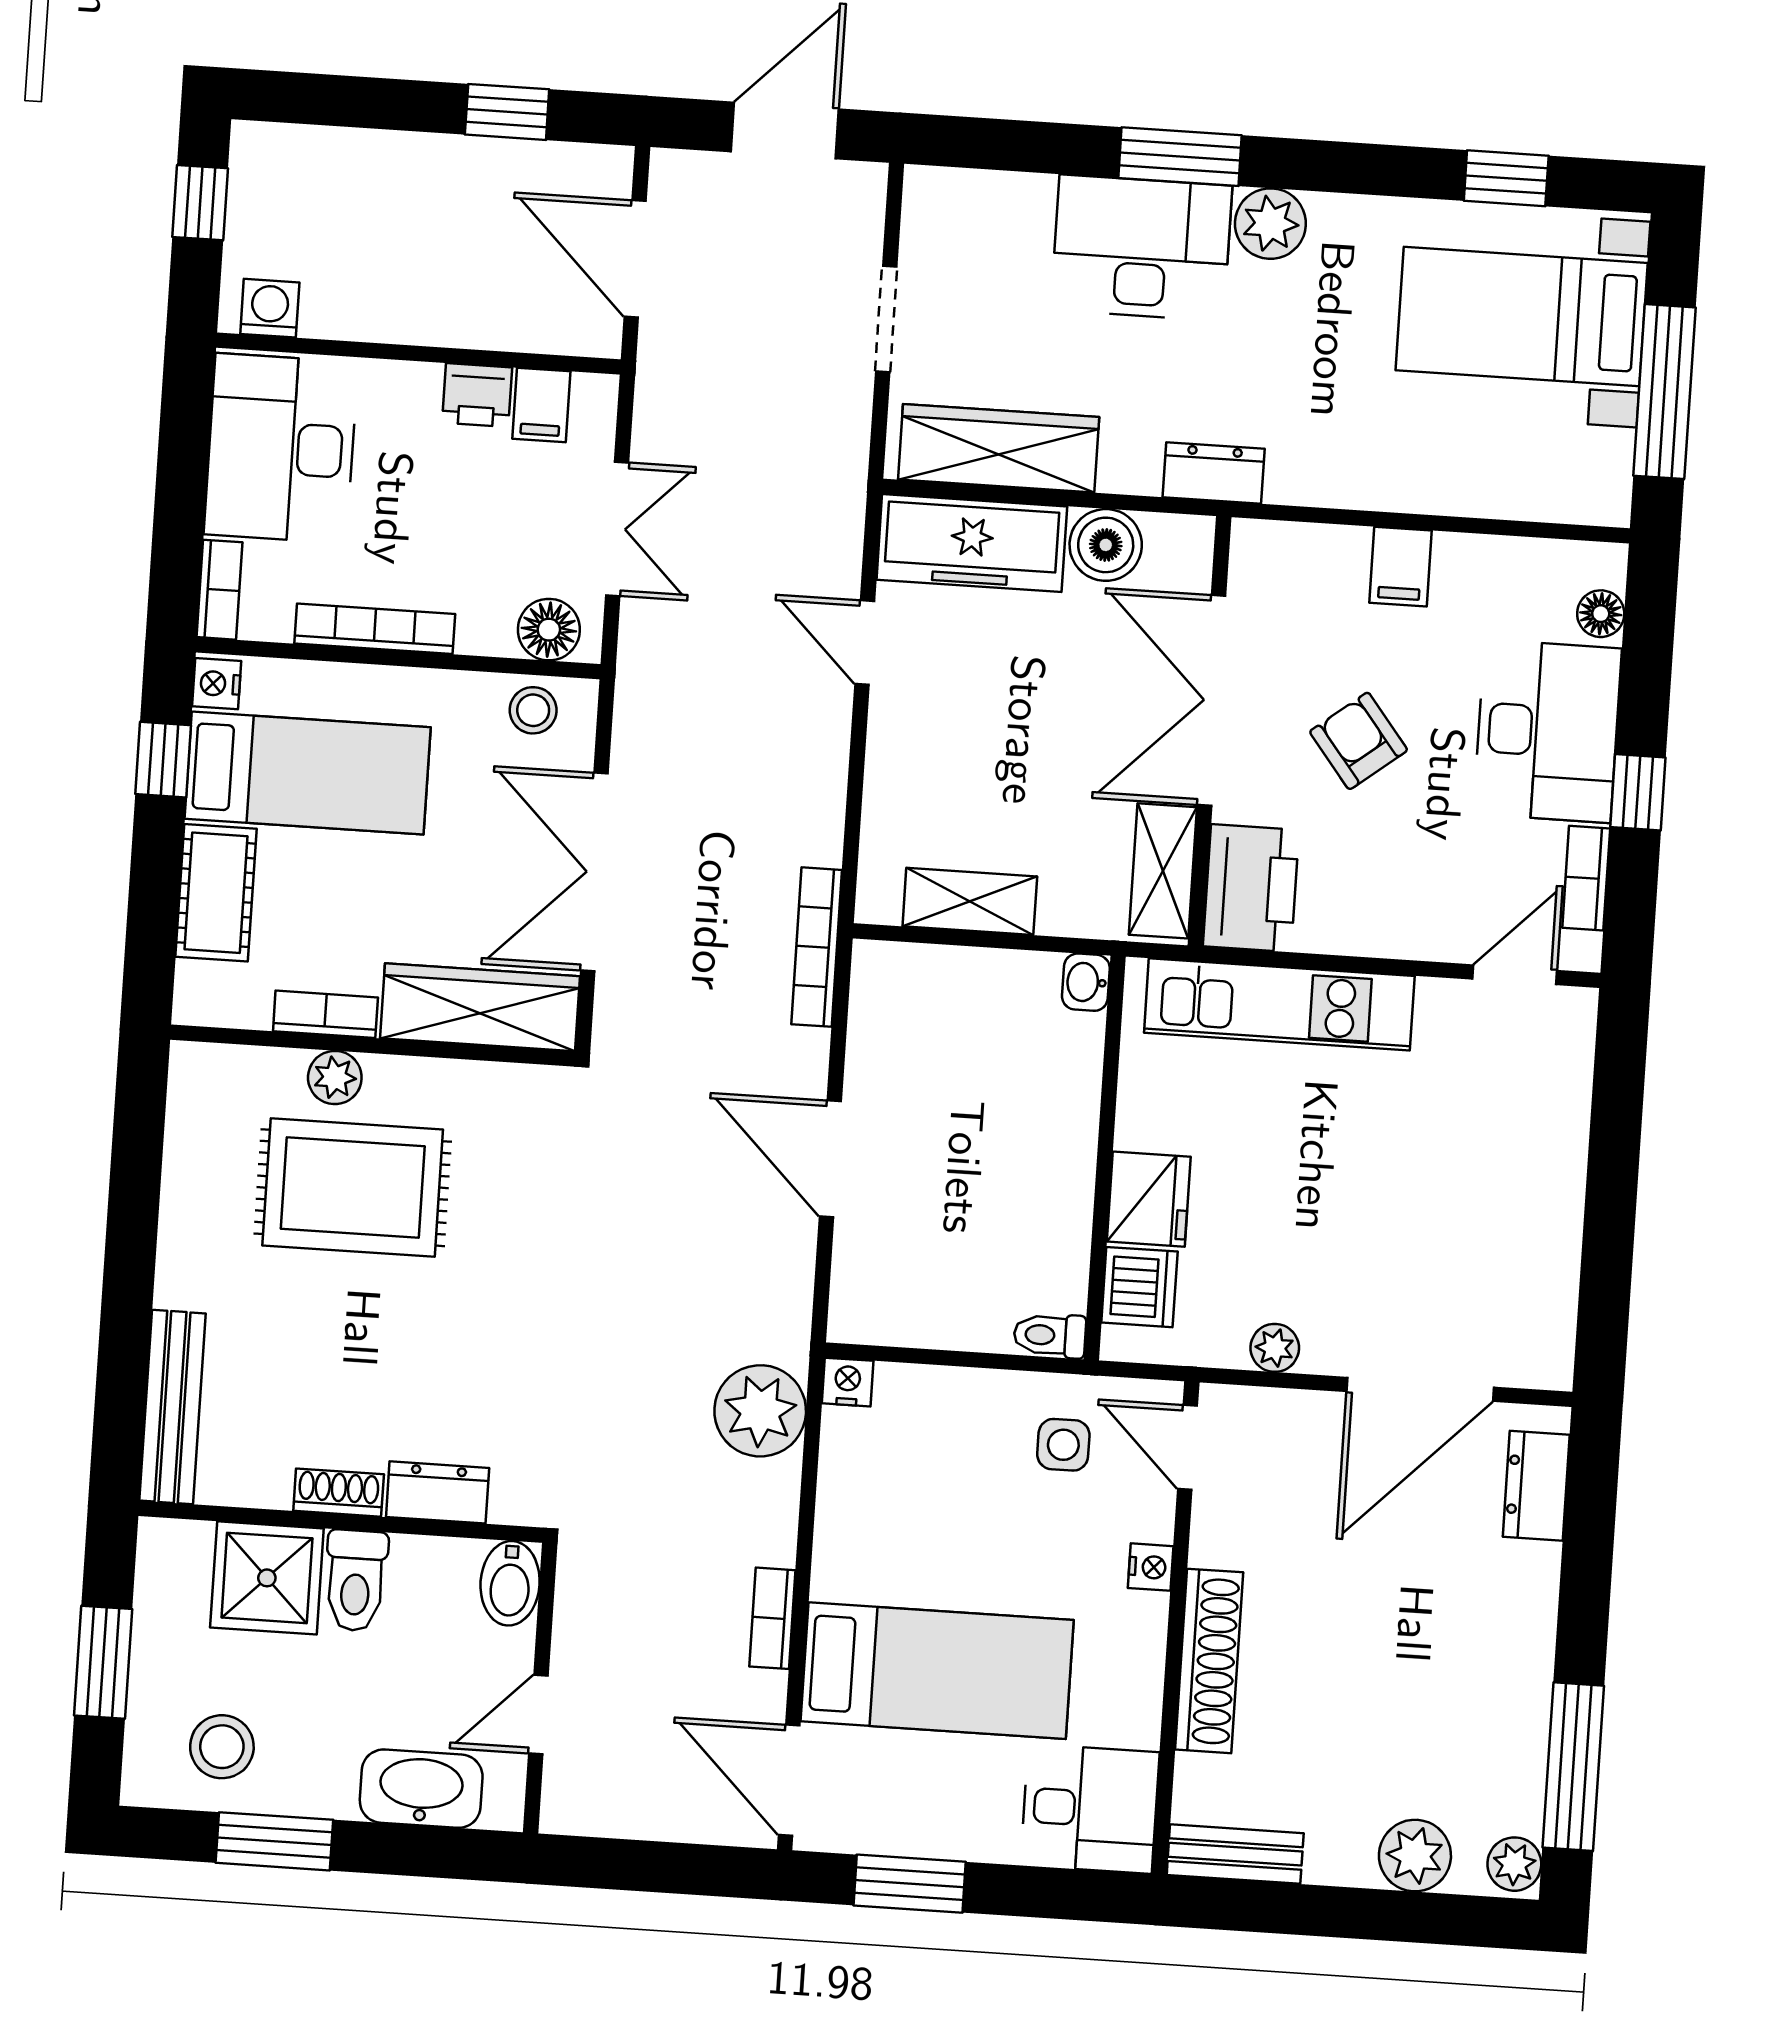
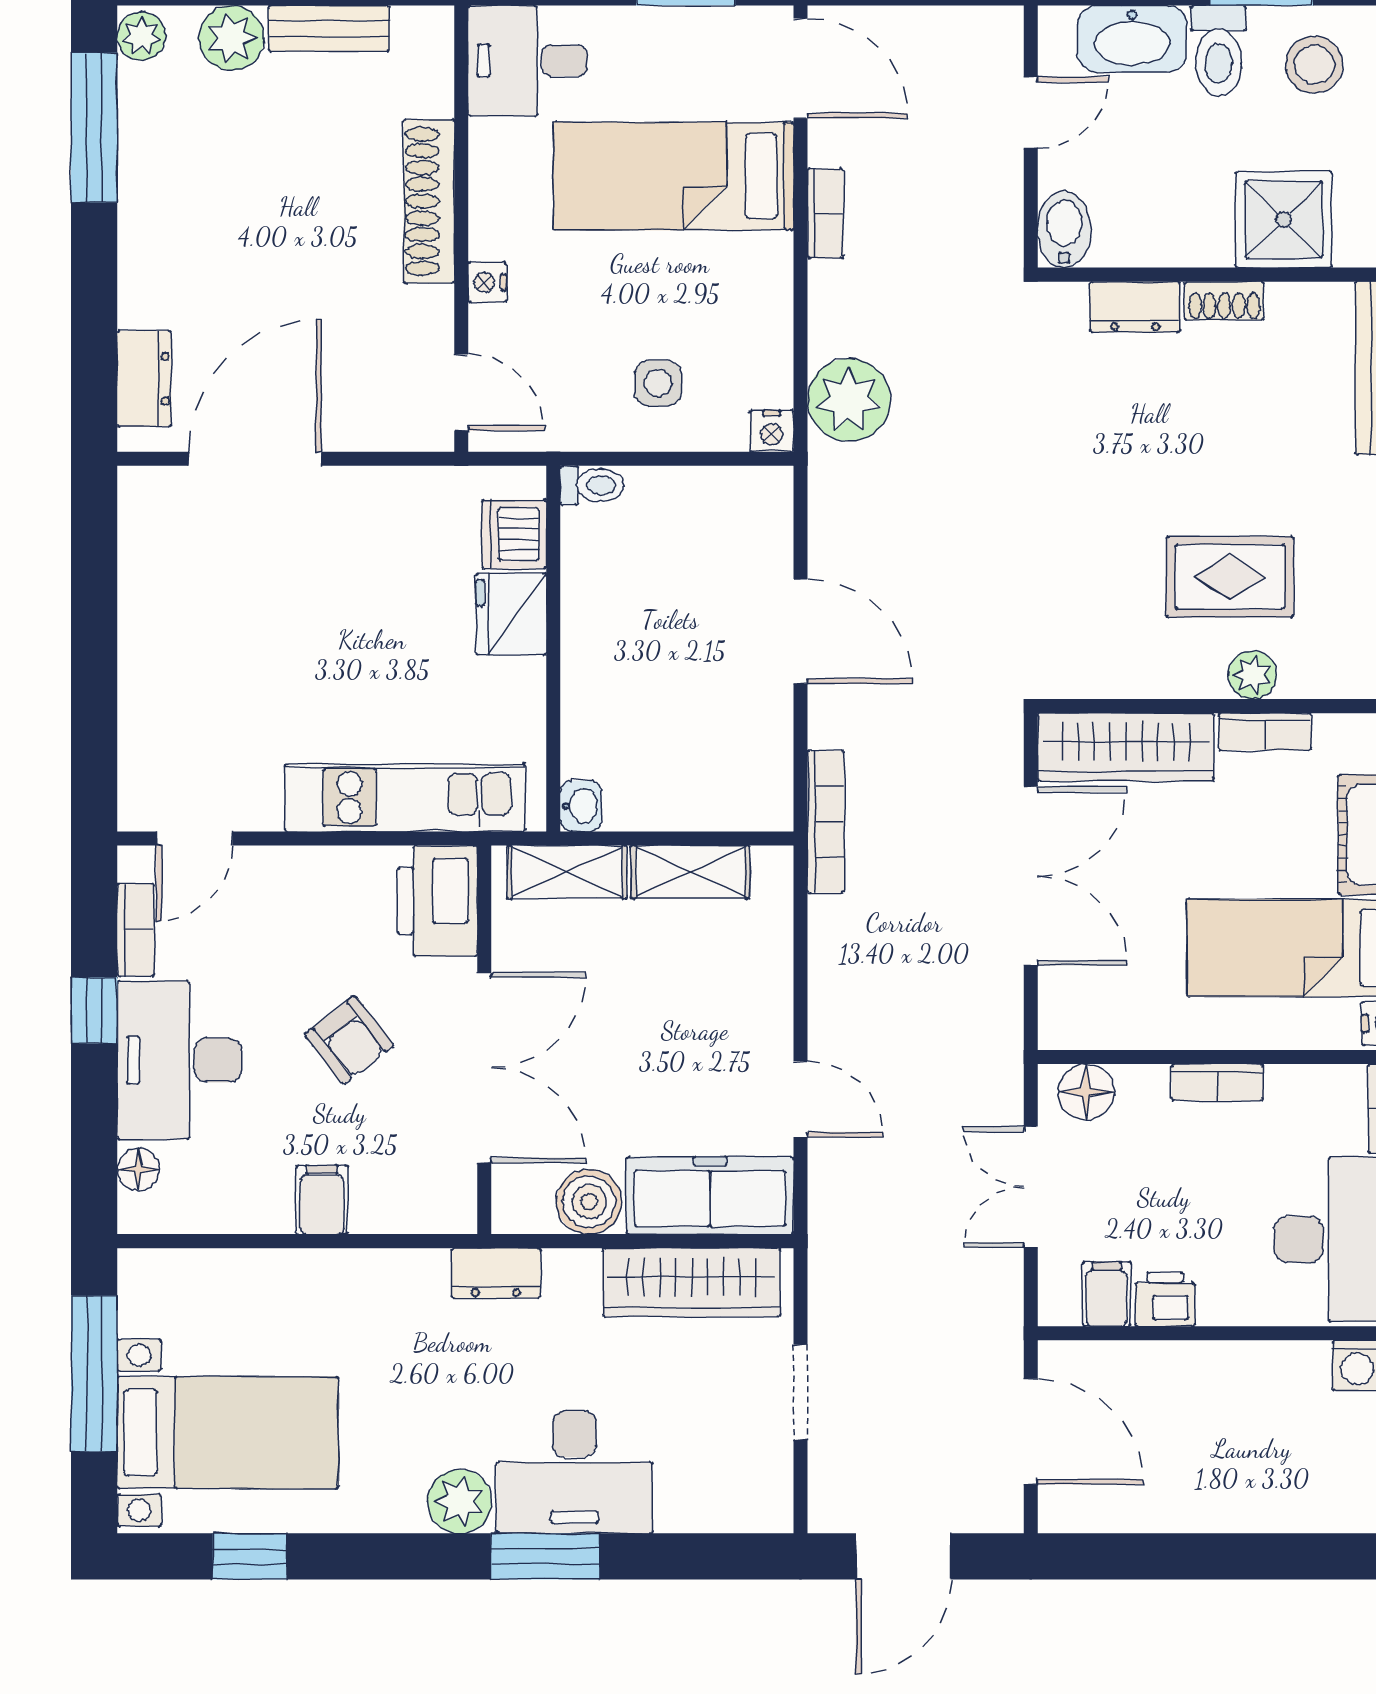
window: (507, 112) -> (1155, 1556), removed
bookcase: (375, 629) -> (1218, 1082), width x0.64
stool: (533, 710) -> (1096, 1018), removed
shelving: (1163, 871) -> (567, 872), moved, turned 90
rug: (353, 1188) -> (1230, 577), width x0.73, depth x0.70
plant: (1275, 1348) -> (388, 487), removed
side table: (1063, 1445) -> (658, 383), moved
toilet: (356, 1581) -> (1219, 51), moved, turned 180
bench: (1235, 1854) -> (329, 28), moved

